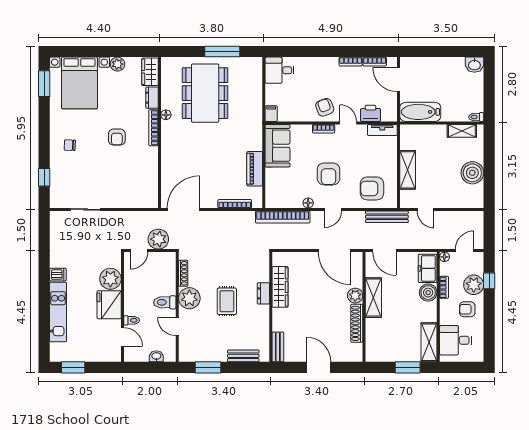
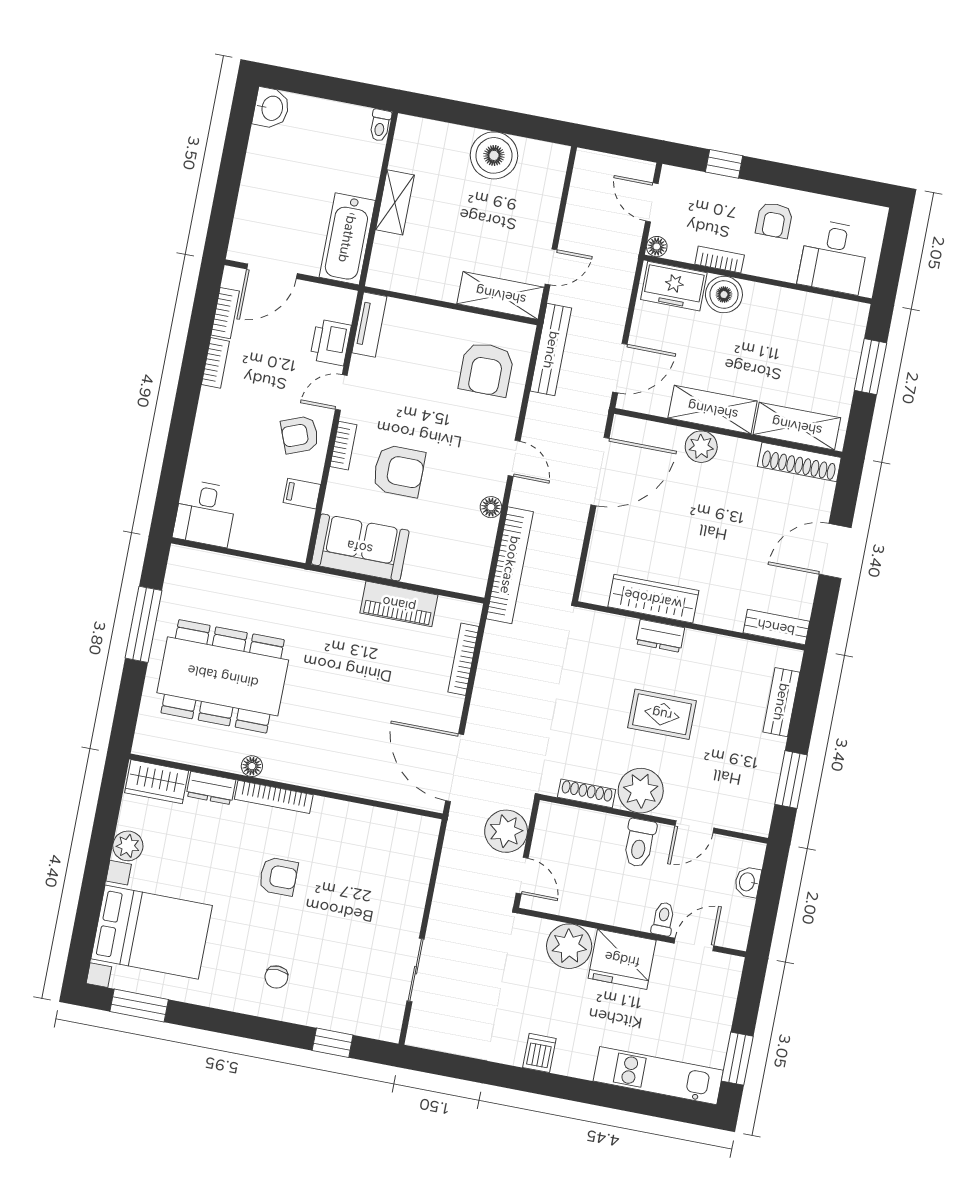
filing cabinet: (271, 114) -> (302, 494), moved
shelving: (462, 131) -> (395, 202), moved
shelving: (408, 170) -> (501, 295), moved
armchair: (328, 174) -> (399, 471), moved
plant: (474, 285) -> (726, 197), removed
kitchen unit: (58, 312) -> (658, 1076), moved
shoe rack: (357, 323) -> (799, 462), moved
shelving: (429, 342) -> (797, 426), moved

